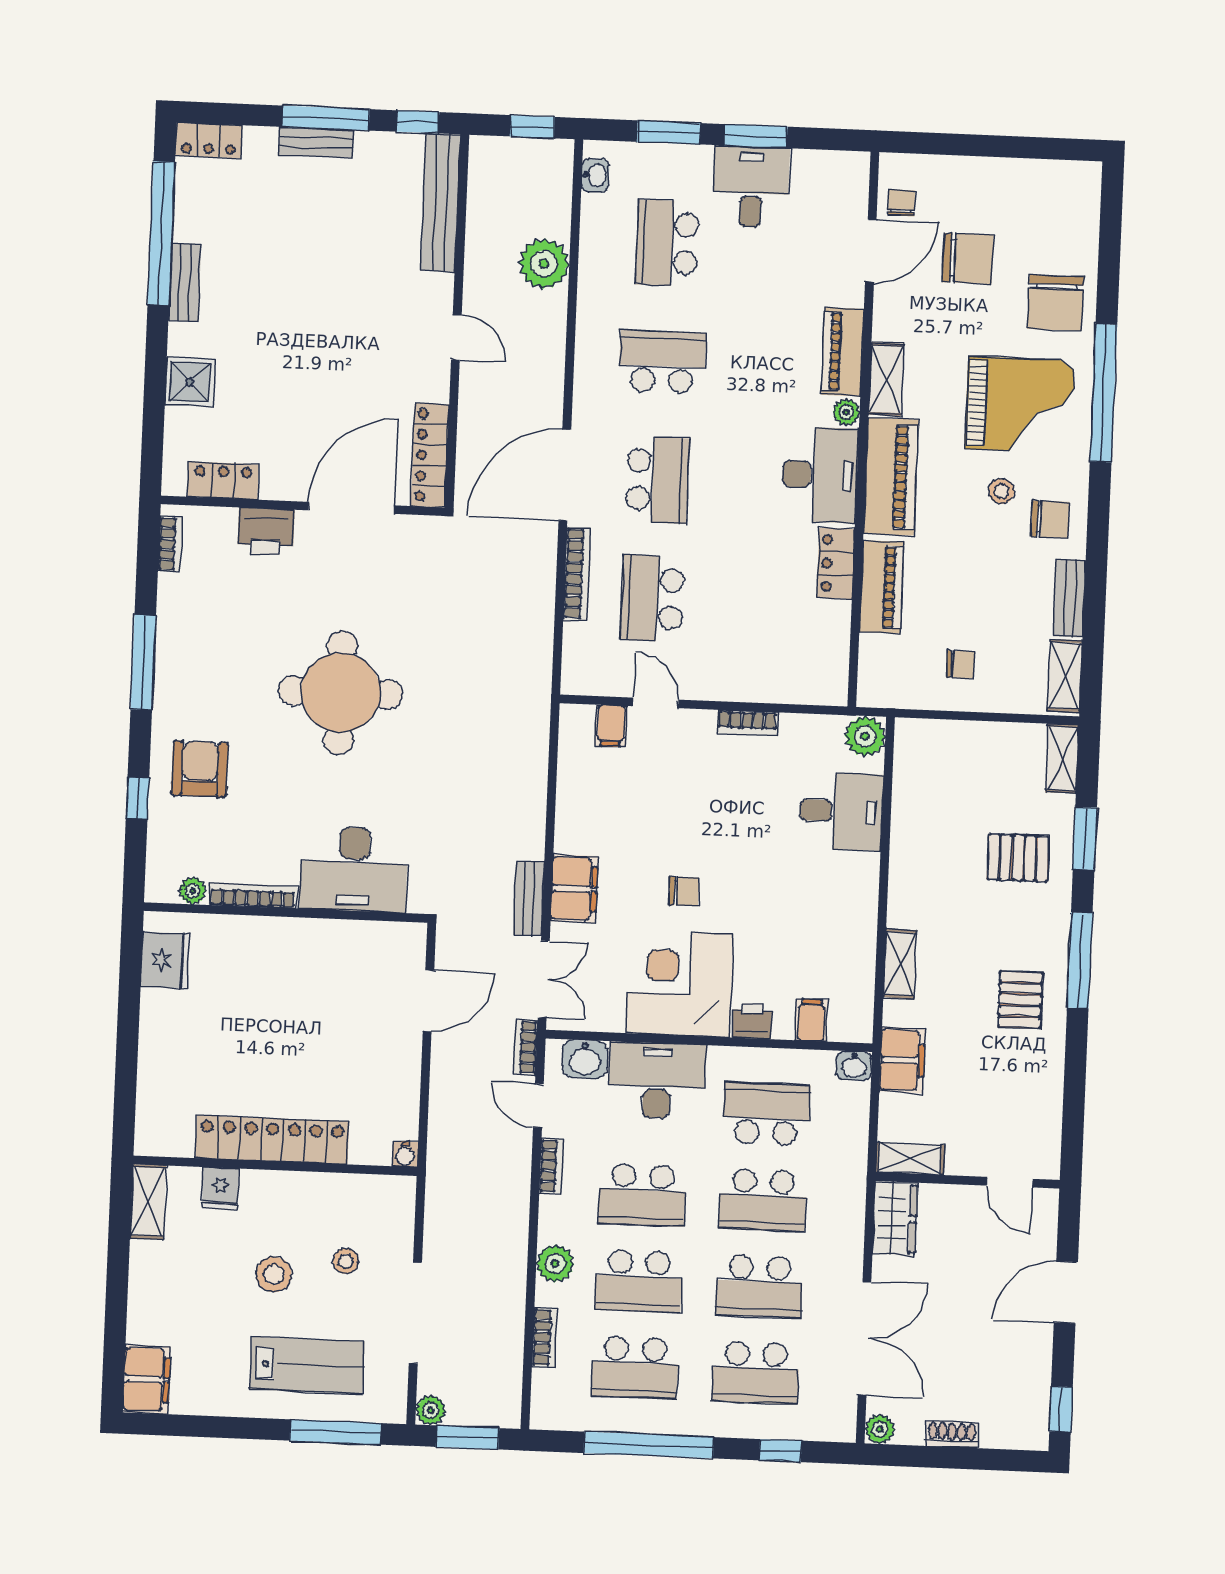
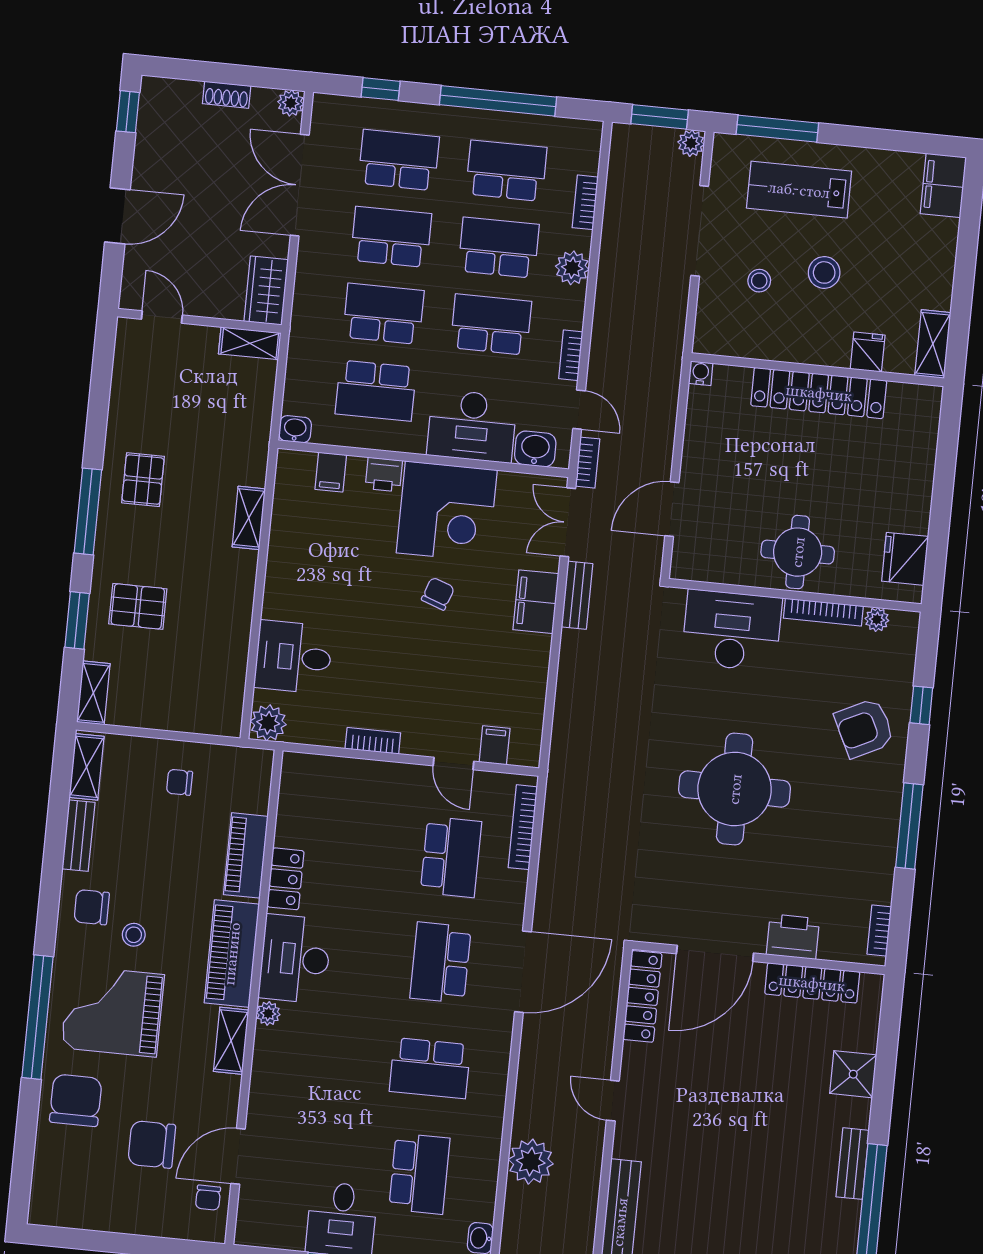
piano: (843, 352) -> (268, 1067), removed
locker: (223, 480) -> (812, 983), width x1.53
bookcase: (577, 574) -> (523, 827), moved
armchair: (200, 769) -> (864, 728), turned 64
chair: (684, 891) -> (438, 594), turned 110
round table: (285, 961) -> (798, 552), added
filing cabinet: (902, 1060) -> (252, 432), removed

